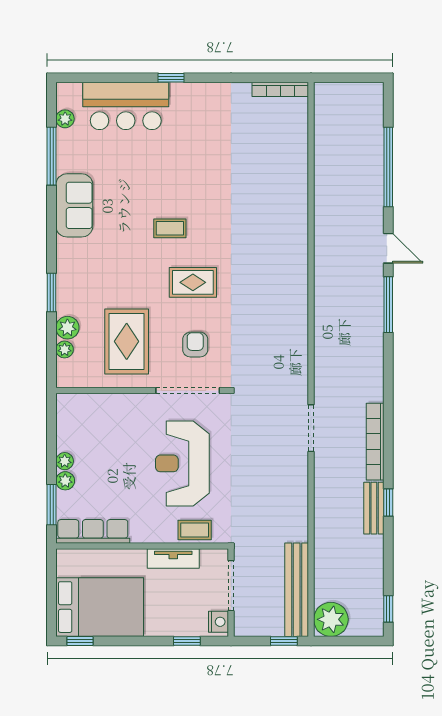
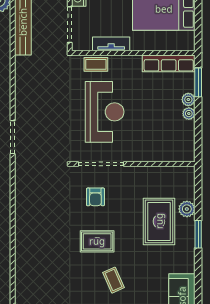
coffee table: (170, 228) -> (114, 280), turned 66
rug: (127, 341) -> (159, 221), moved
plant: (65, 349) -> (189, 193), removed

